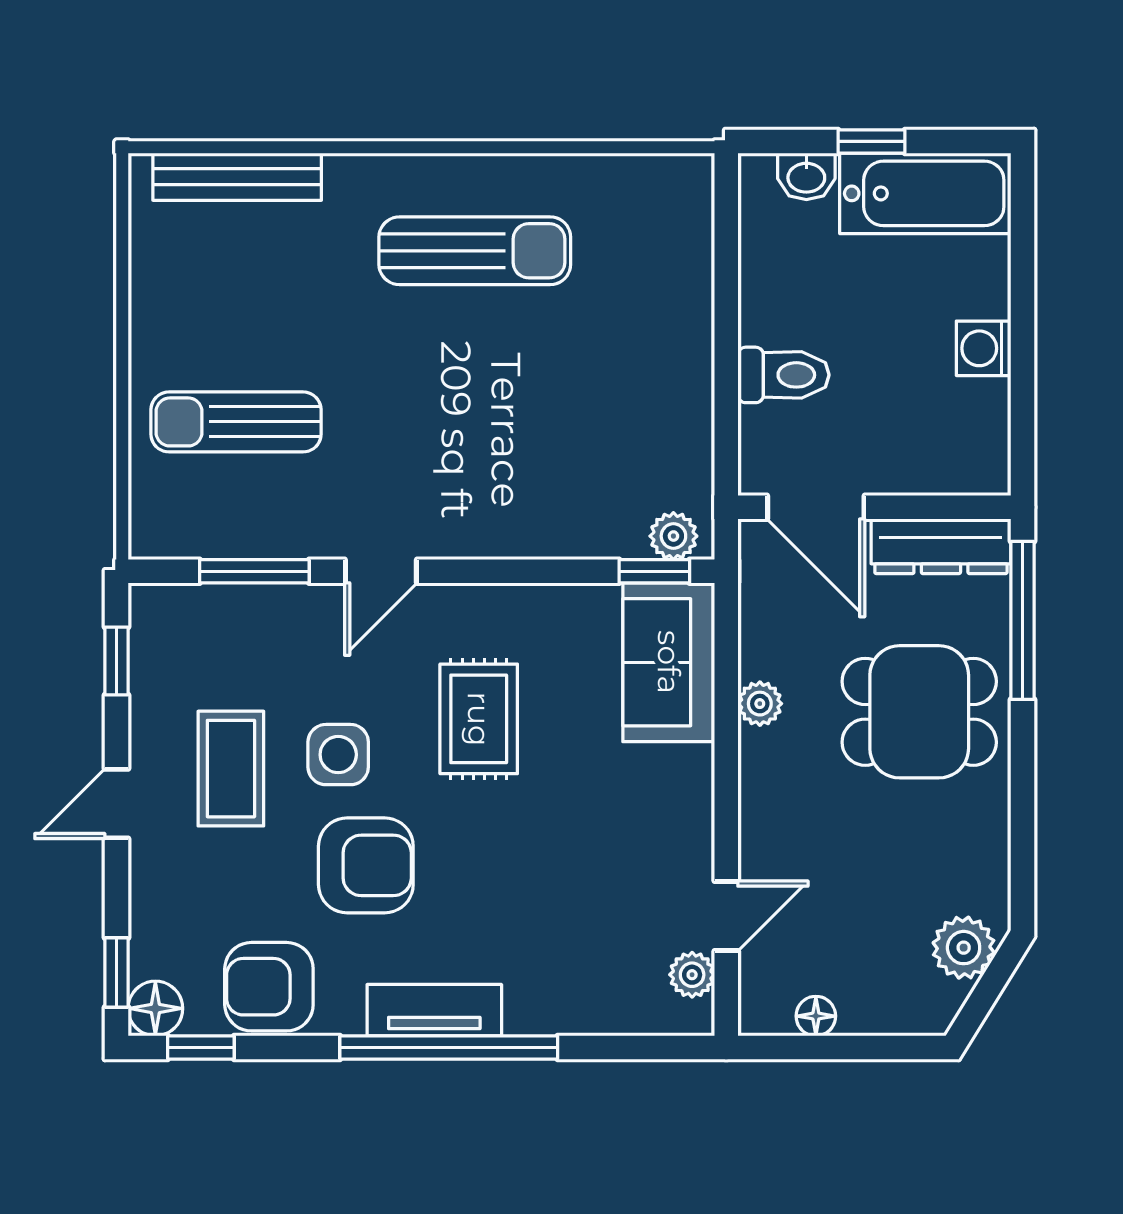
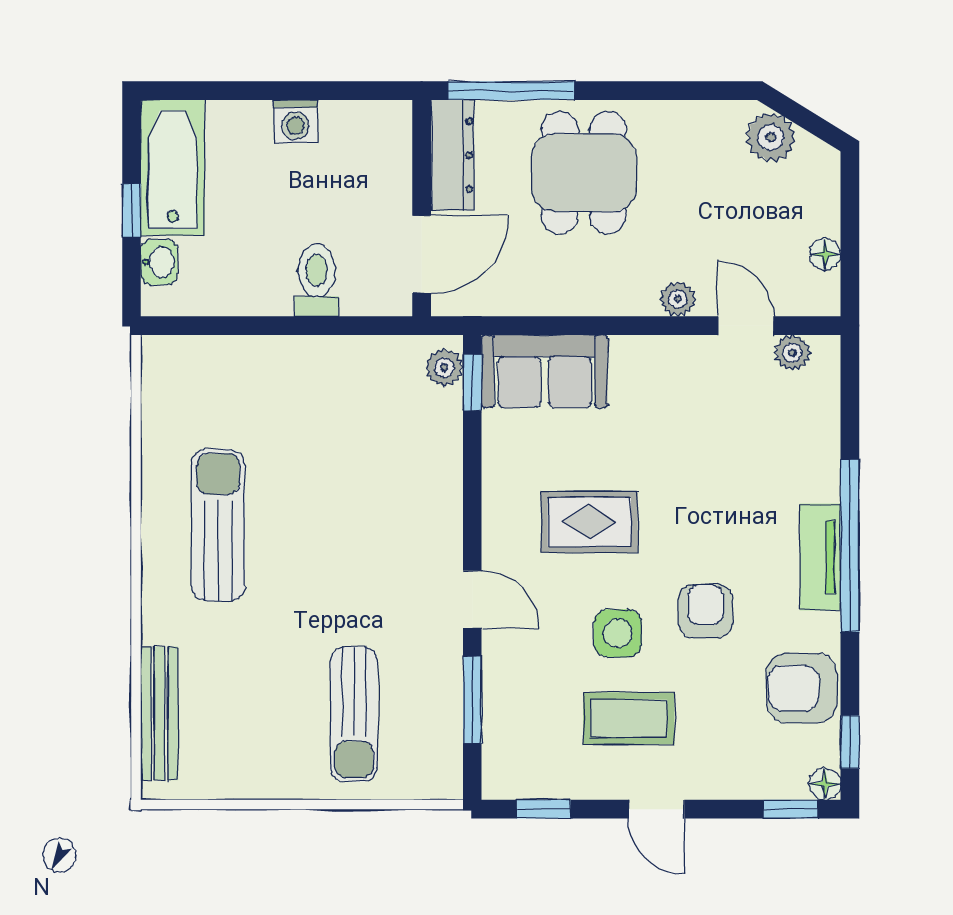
plant: (760, 704) -> (678, 299), moved
armchair: (366, 865) -> (706, 611), width x0.72, depth x0.72
armchair: (269, 987) -> (802, 688), turned 90
floor lamp: (155, 1008) -> (825, 784), width x0.73, depth x0.73

